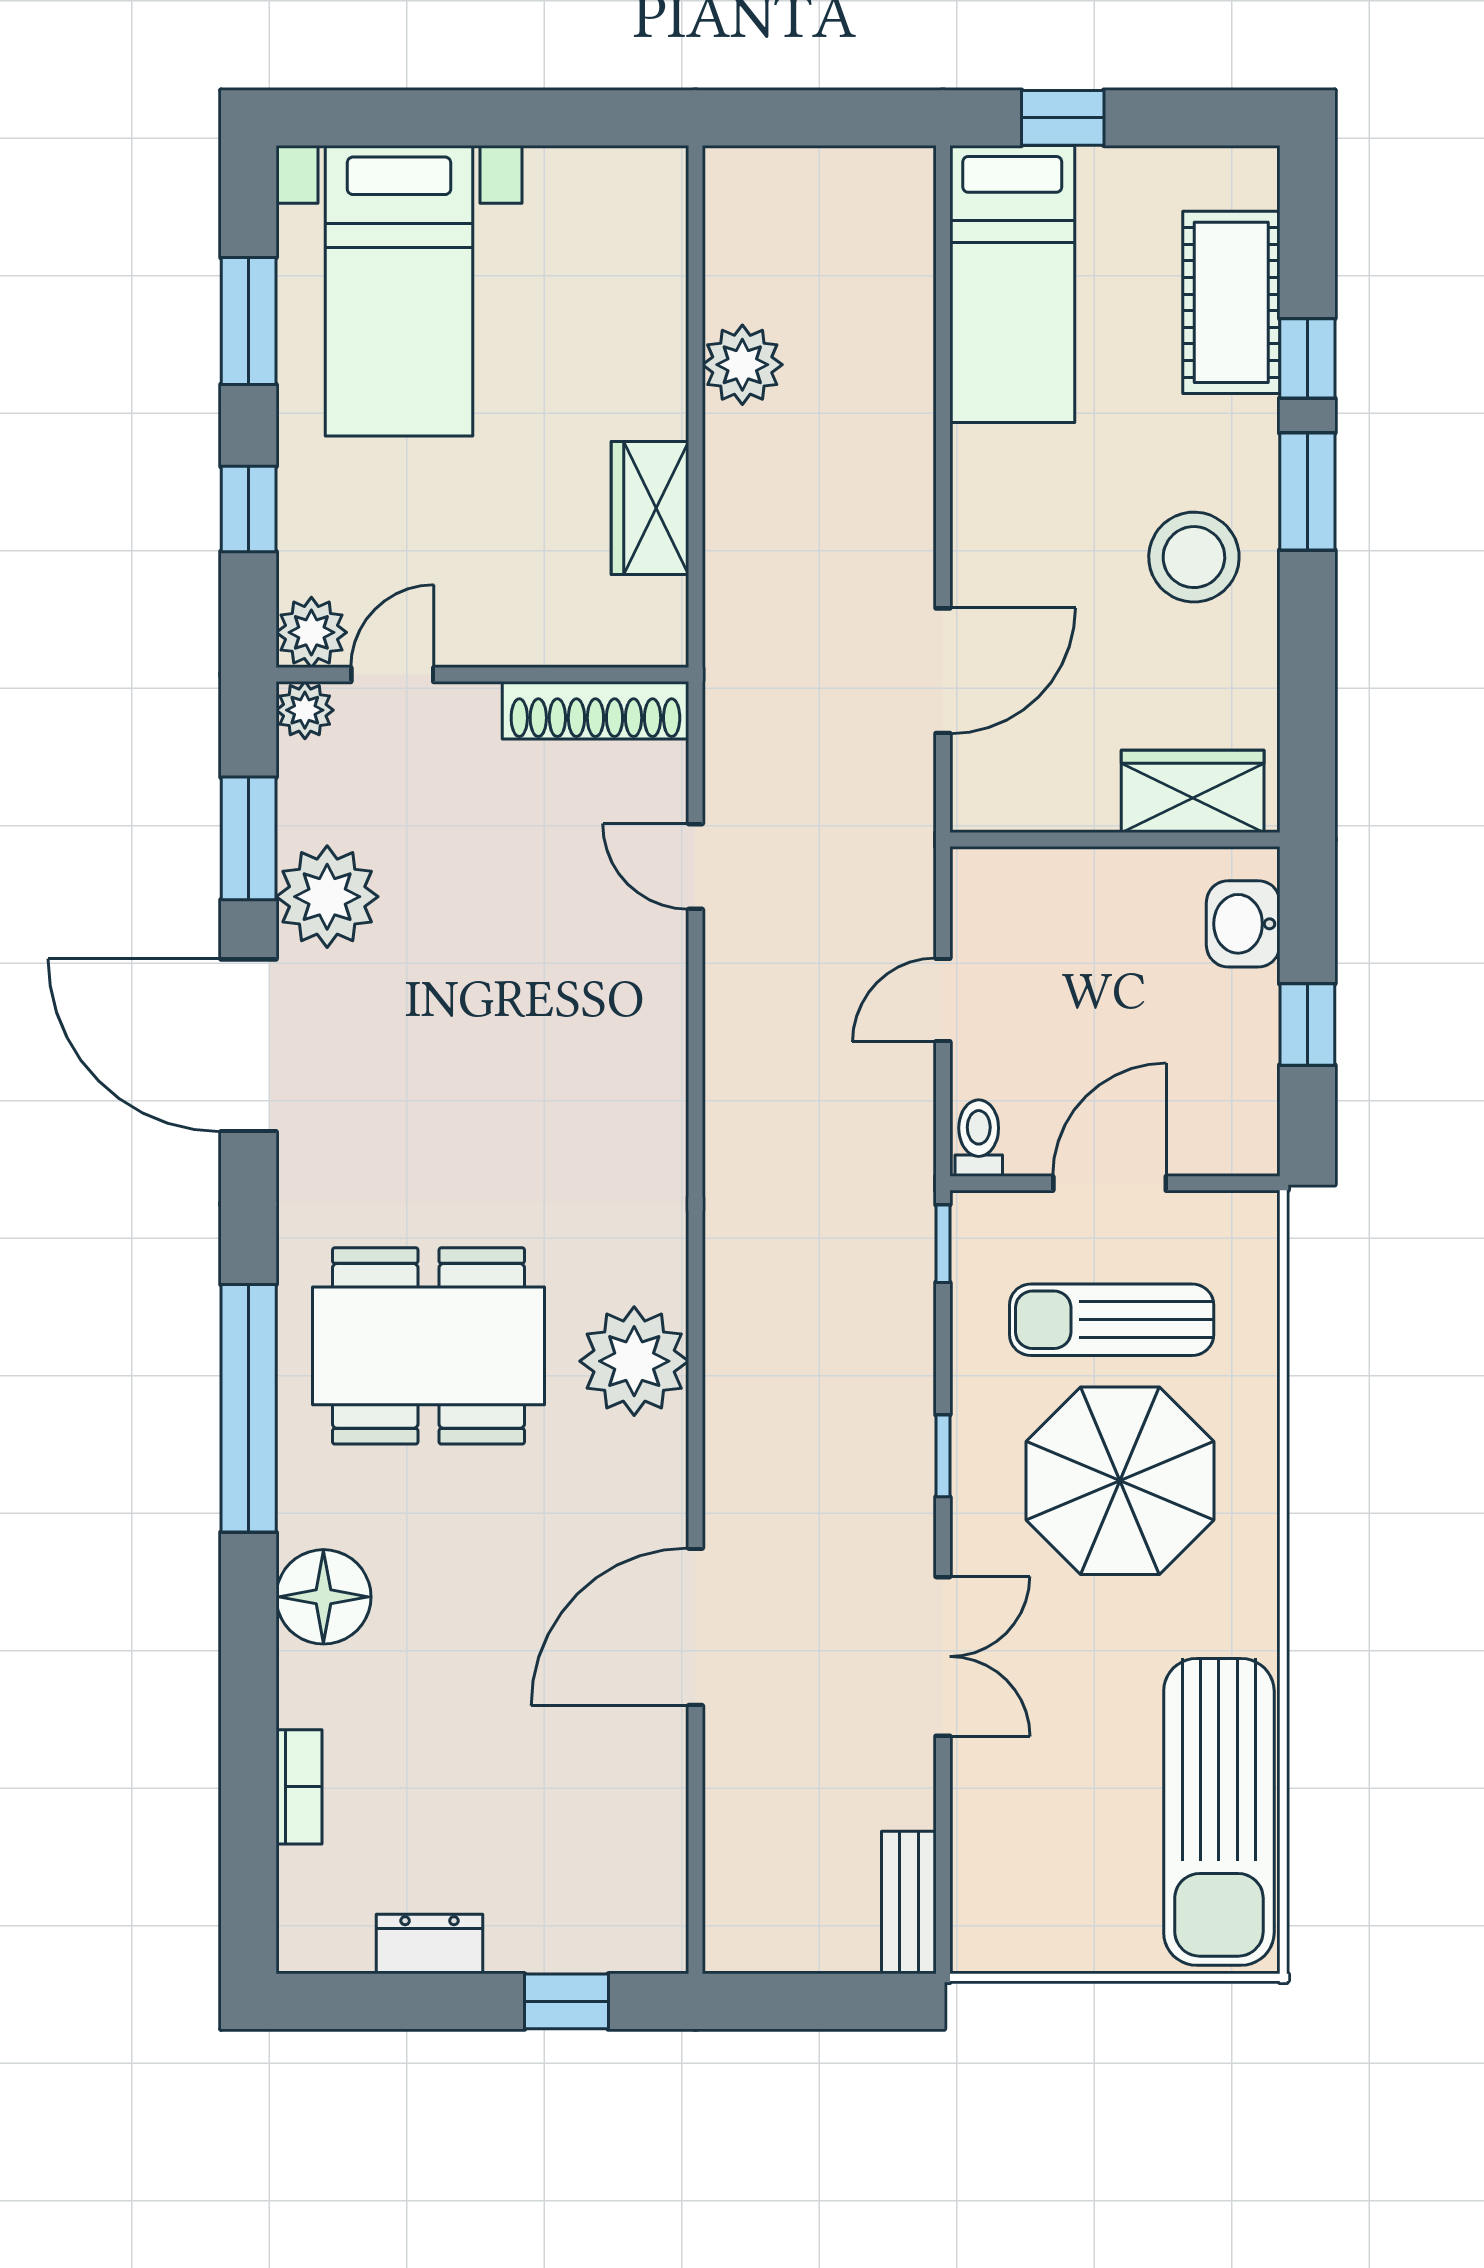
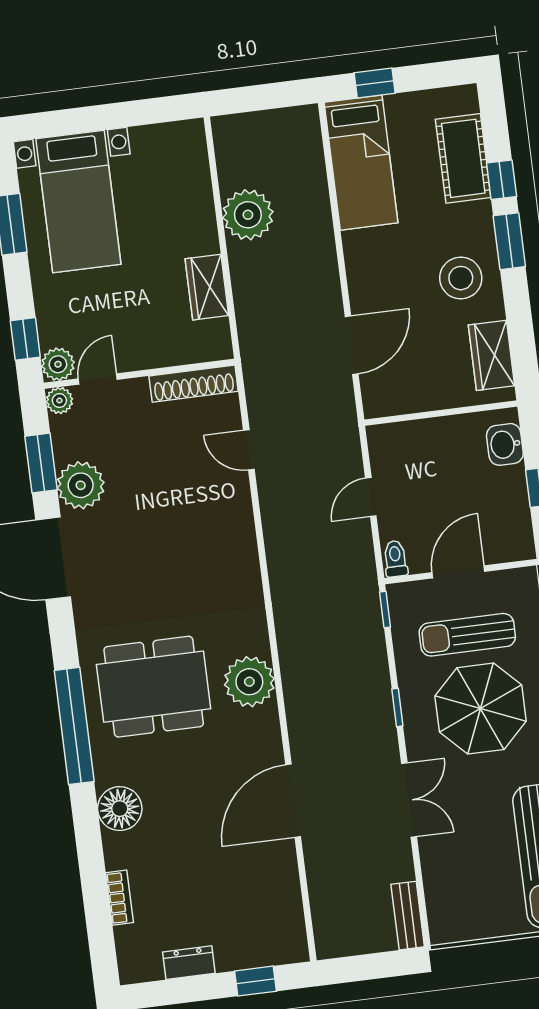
plant: (742, 365) -> (248, 215), width x1.36, depth x1.36
window: (249, 509) -> (25, 339), moved
wardrobe: (1193, 791) -> (491, 355), moved, turned -90

